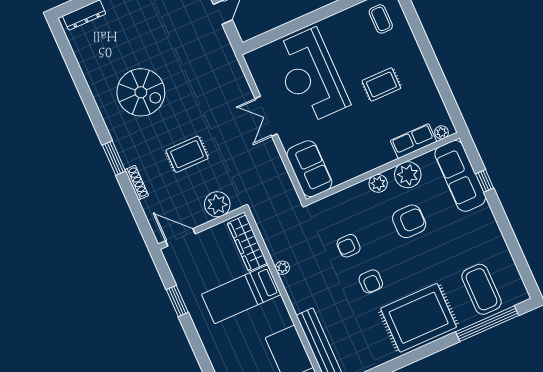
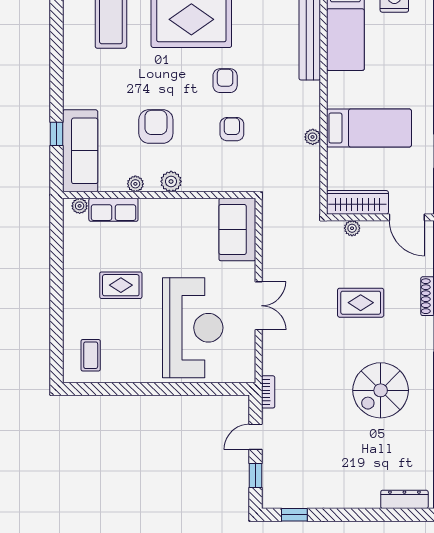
bookcase: (229, 52) -> (268, 392), added
spiral stairs: (141, 92) -> (381, 390), turned -90
plant: (408, 175) -> (135, 184), width x0.53, depth x0.53
plant: (217, 204) -> (352, 228), width x0.53, depth x0.53
armchair: (409, 221) -> (156, 127), turned 90
wardrobe: (247, 243) -> (357, 202), moved, turned -90
armchair: (349, 246) -> (232, 129), turned -90

